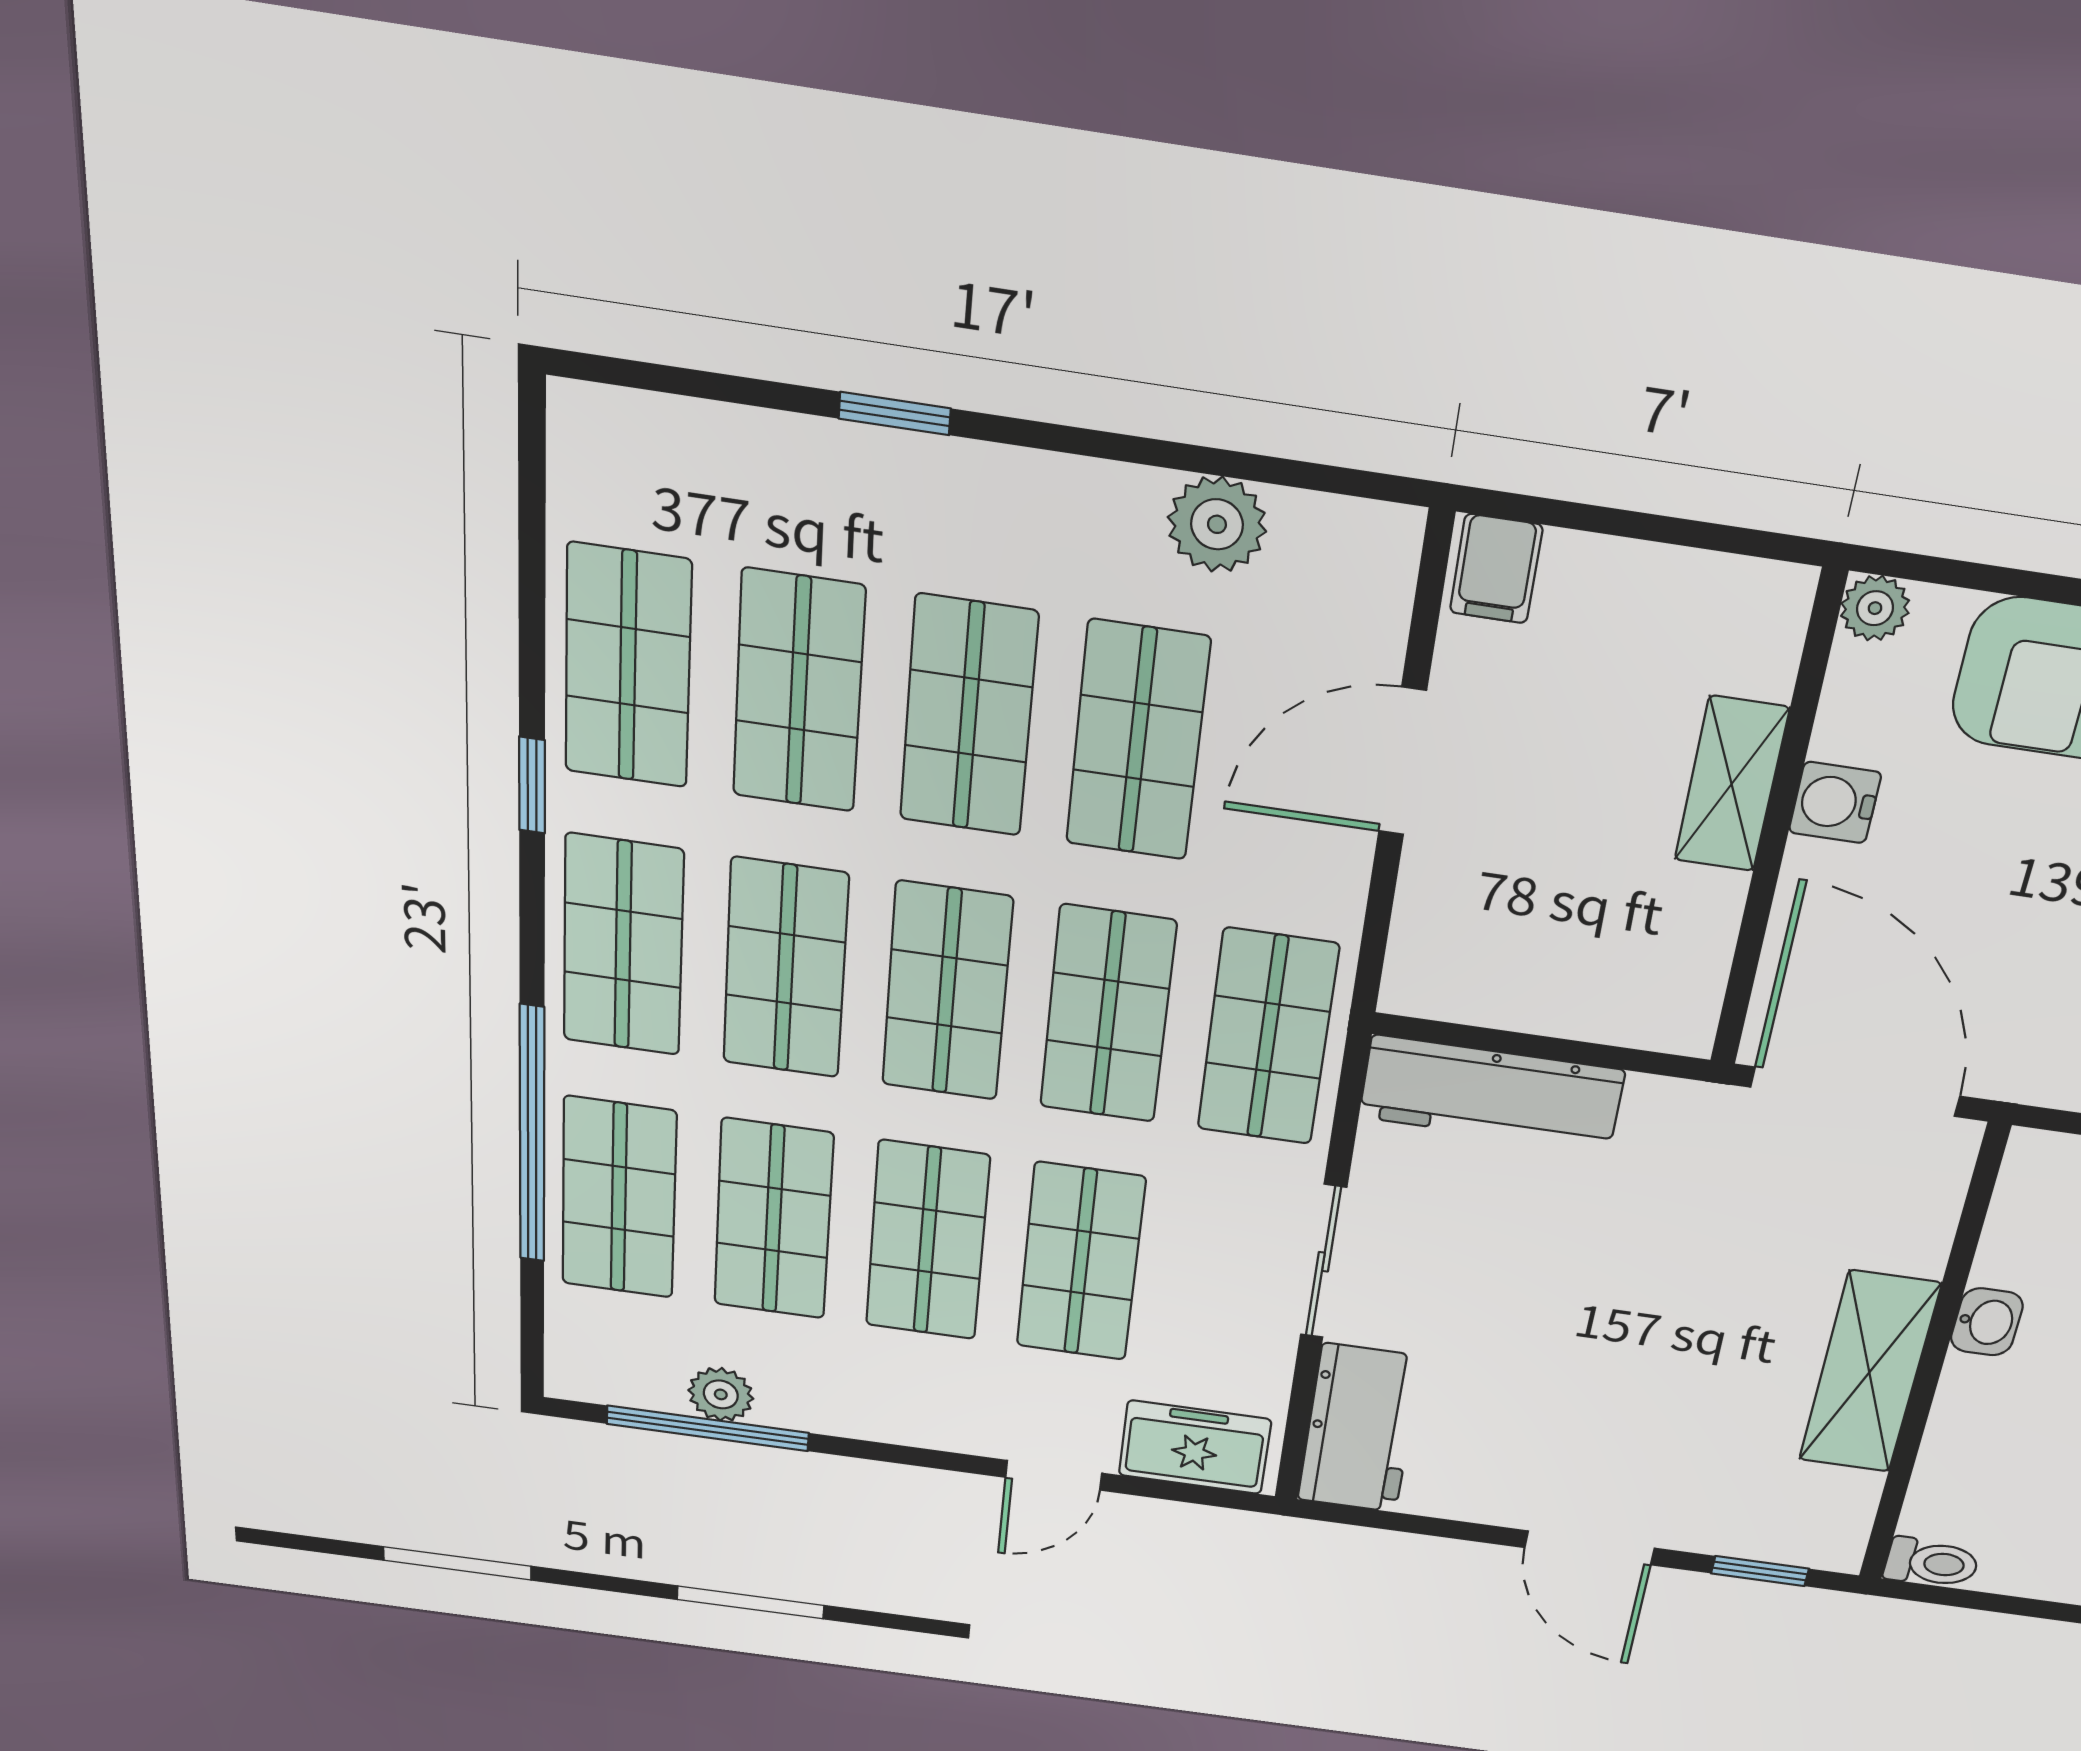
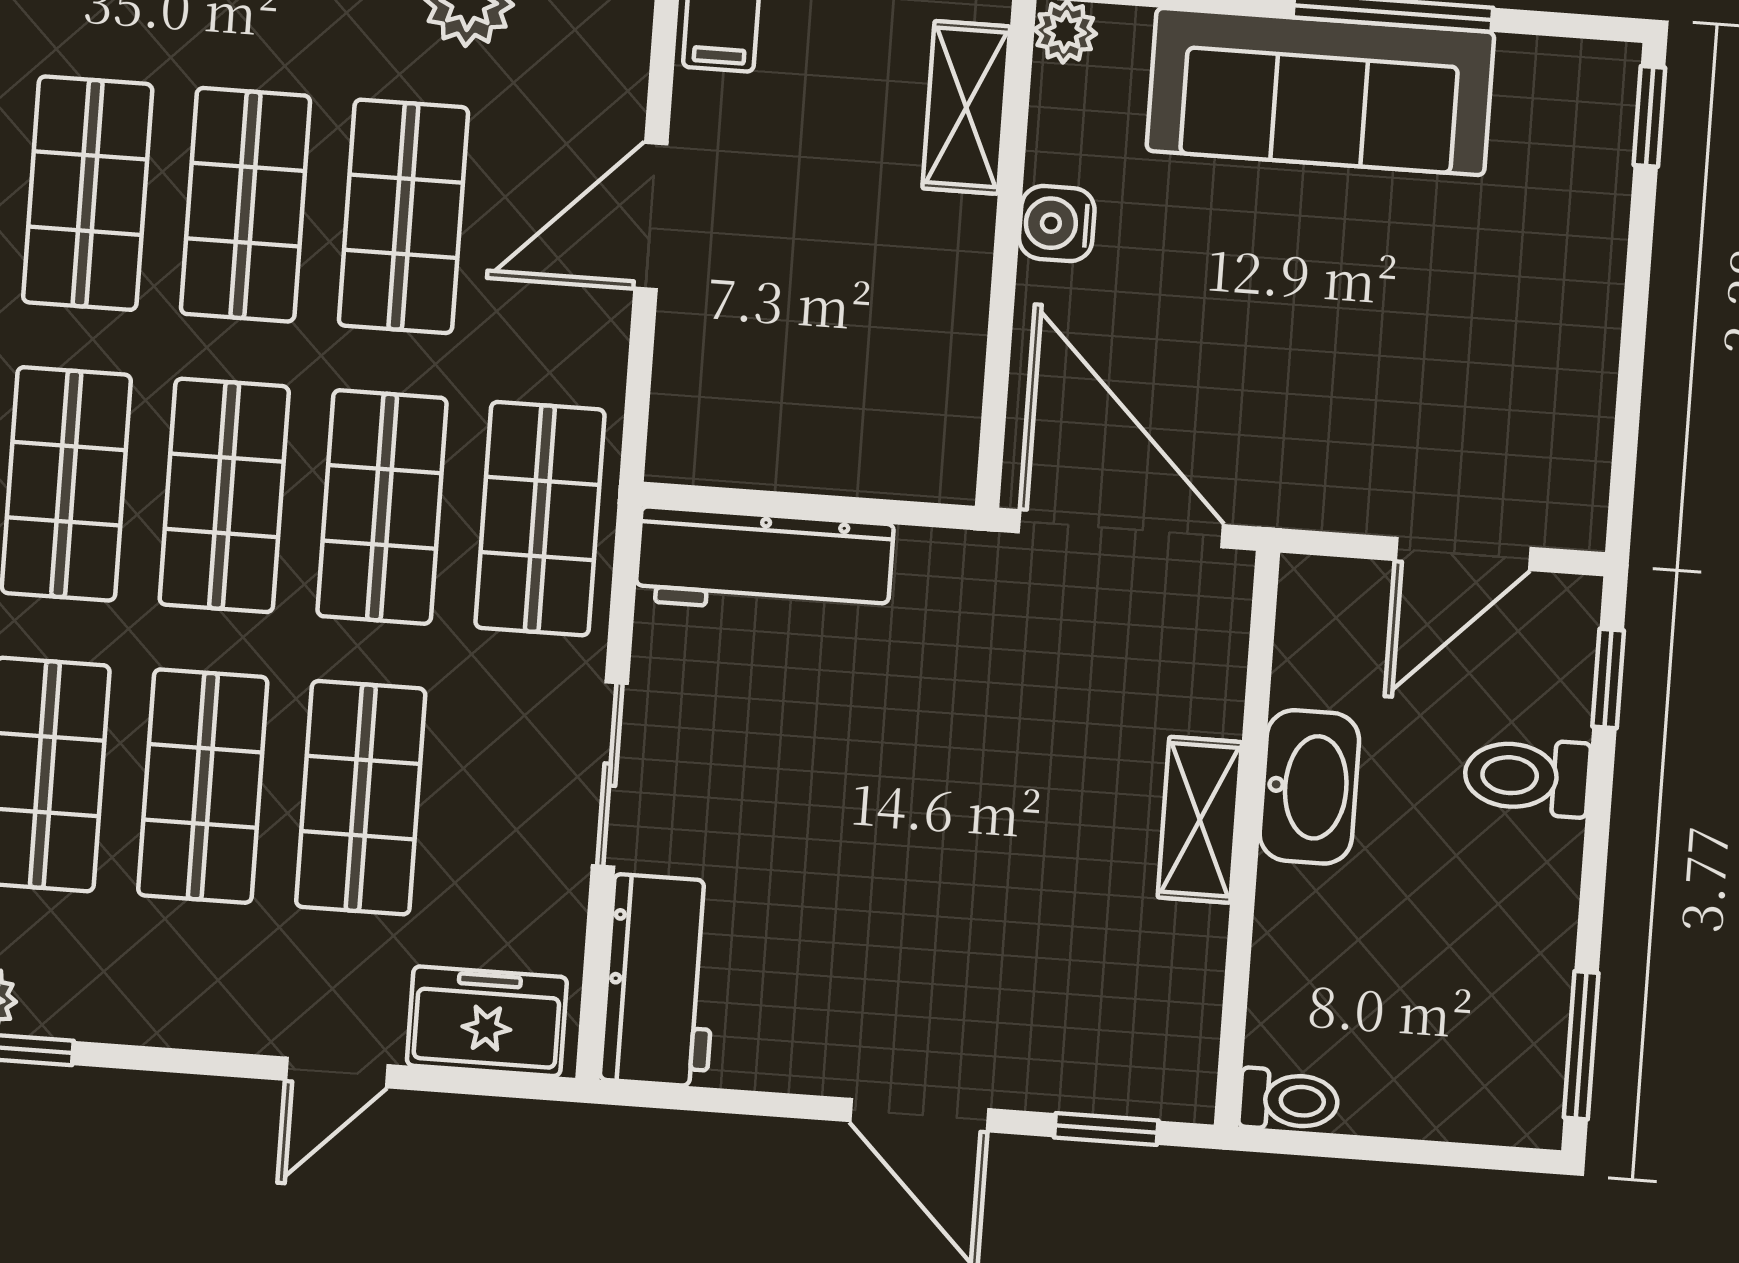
shelving: (1732, 784) -> (966, 107), moved
washbasin: (1987, 1322) -> (1309, 787), width x1.91, depth x1.45
shelving: (1869, 1372) -> (1200, 820), width x0.67, depth x0.75

